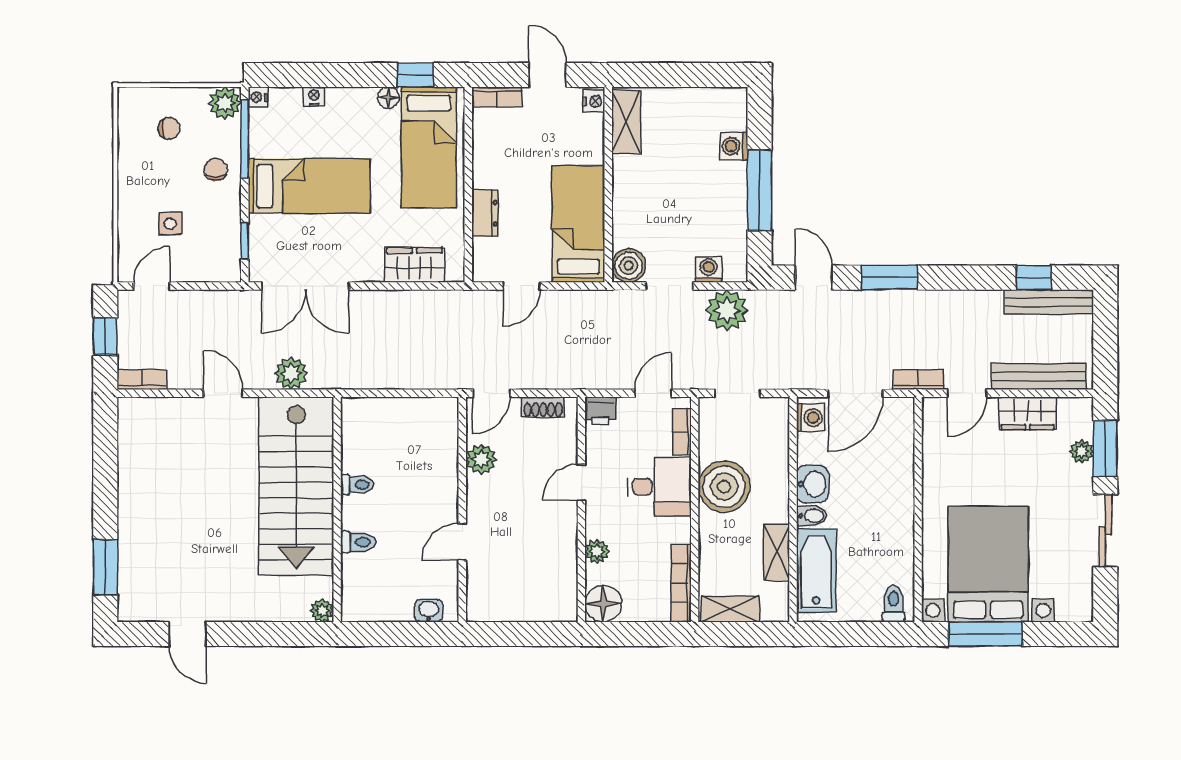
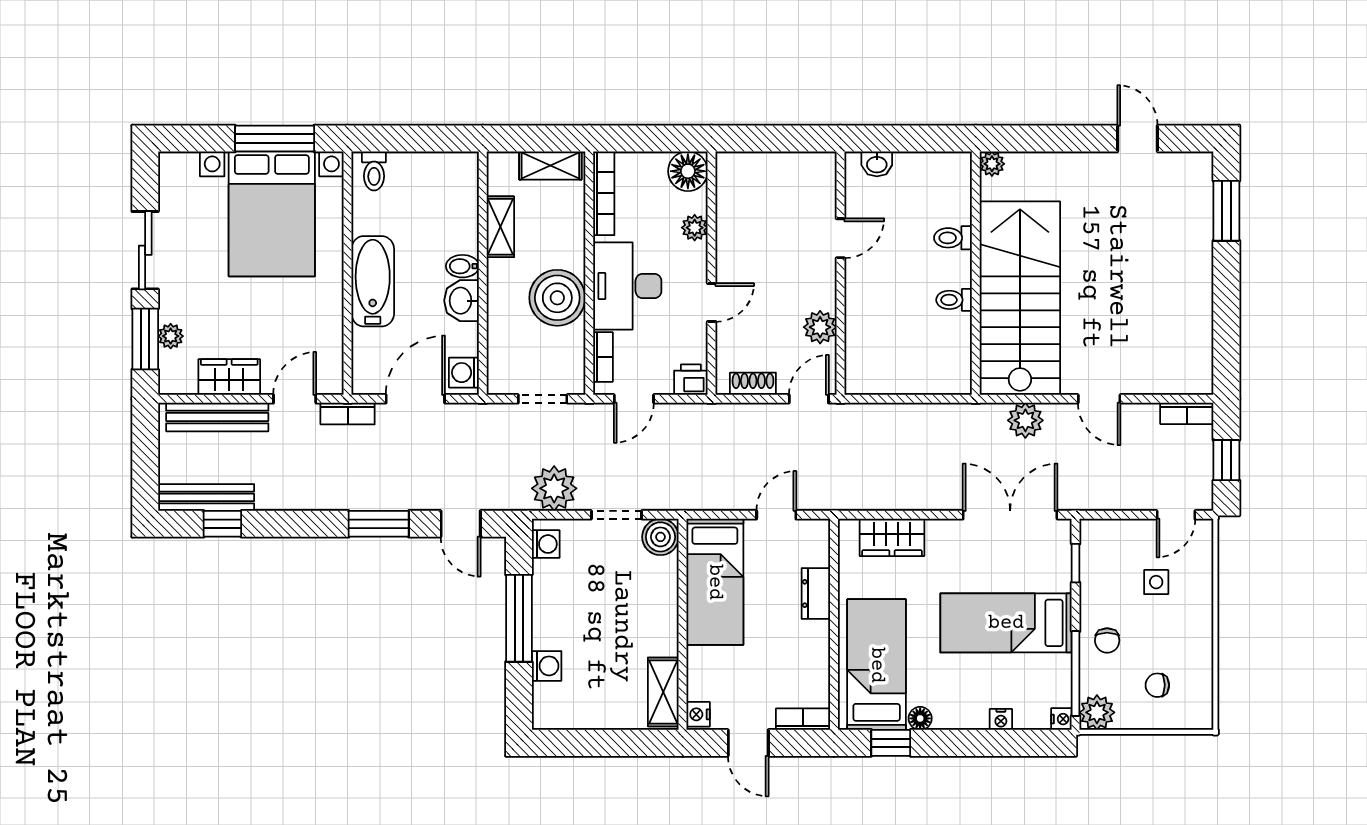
washing machine: (709, 270) -> (546, 544), moved, turned -90
desk: (659, 487) -> (627, 286), width x1.37
bathtub: (816, 570) -> (373, 281), moved, turned 180

